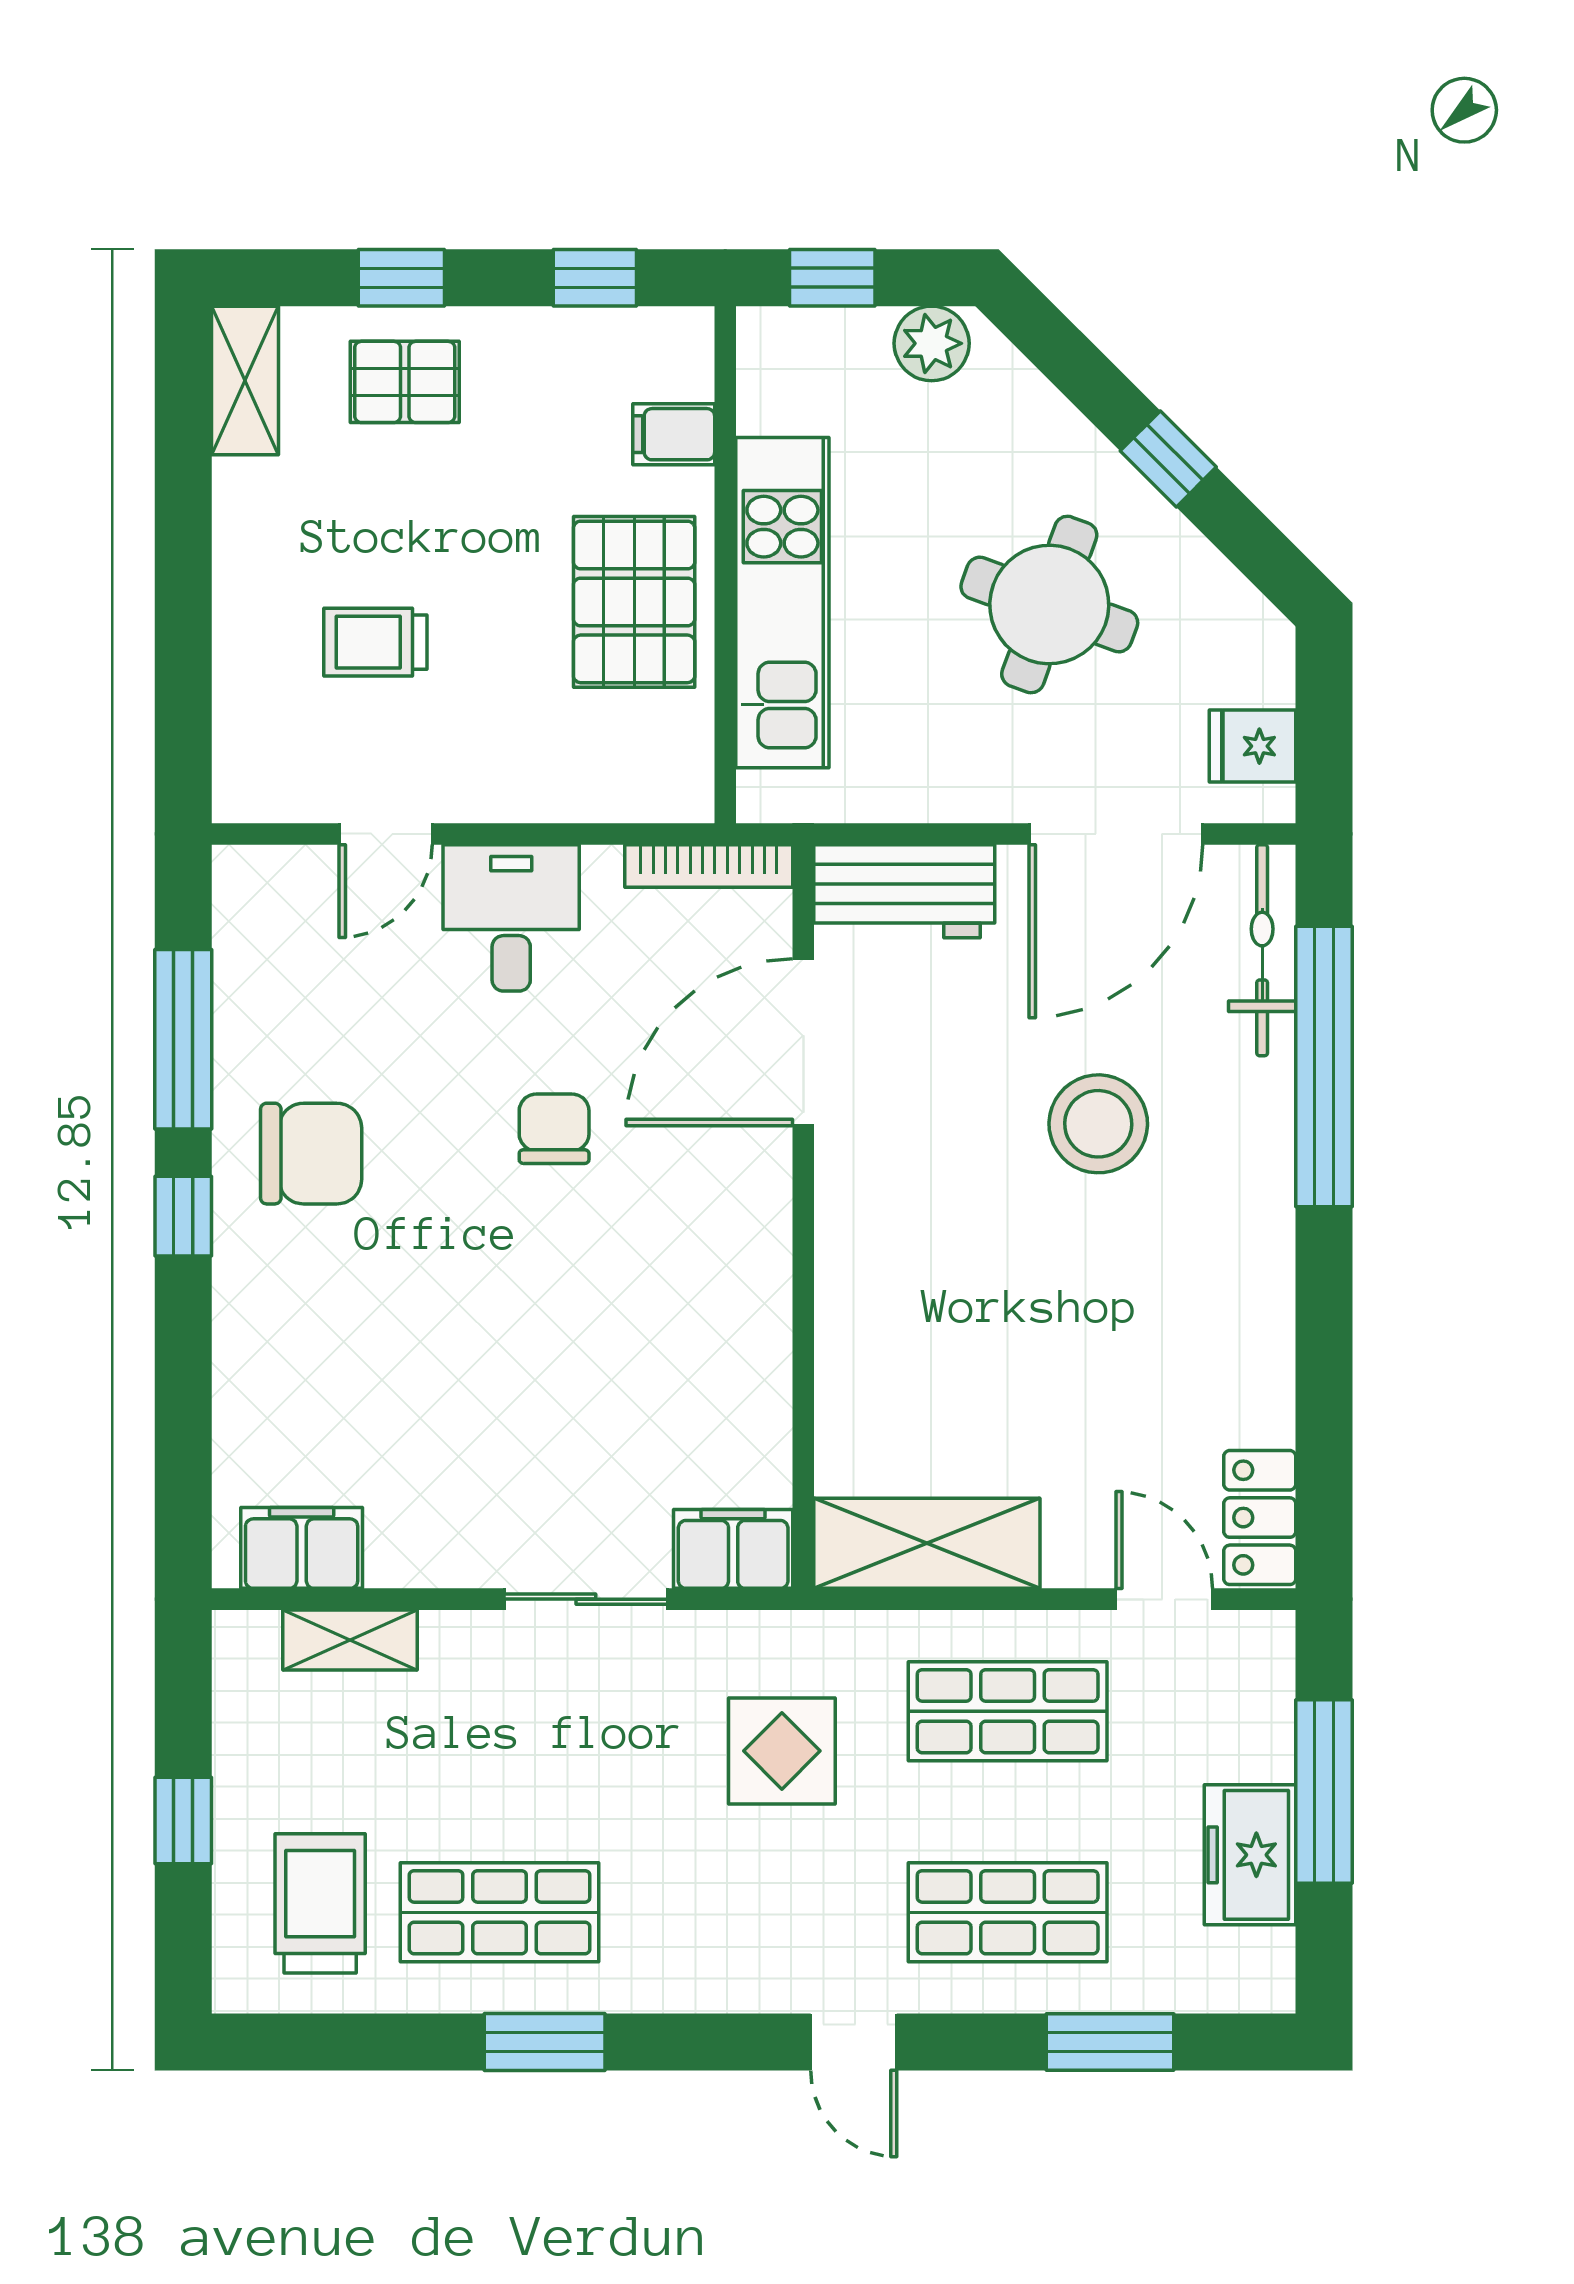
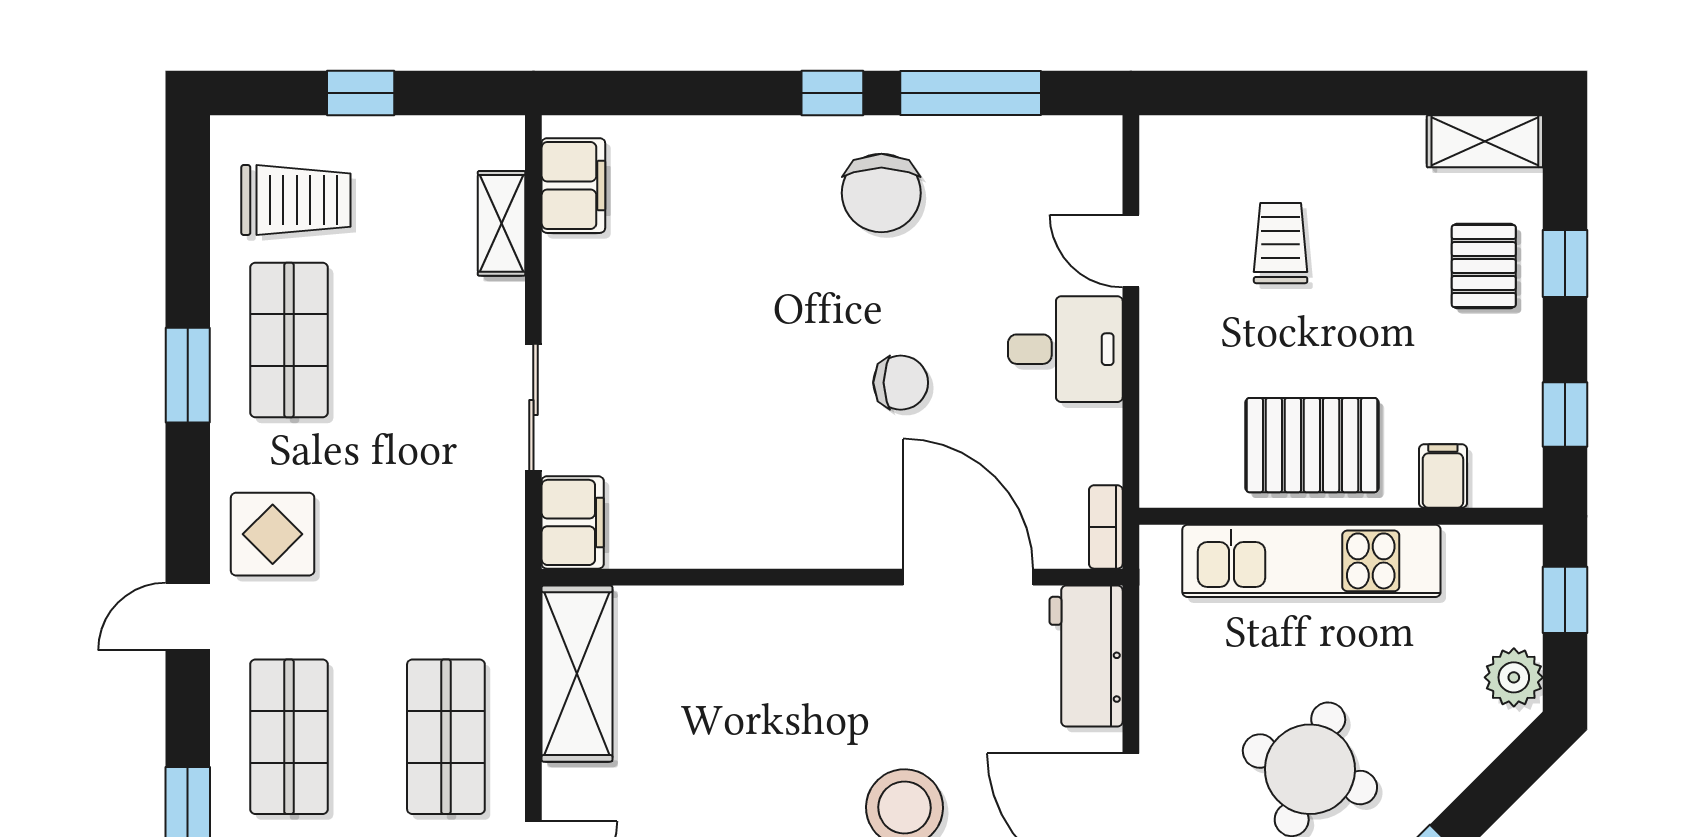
bookcase: (709, 866) -> (1106, 527), width x0.64
display table: (782, 1751) -> (273, 534), moved

